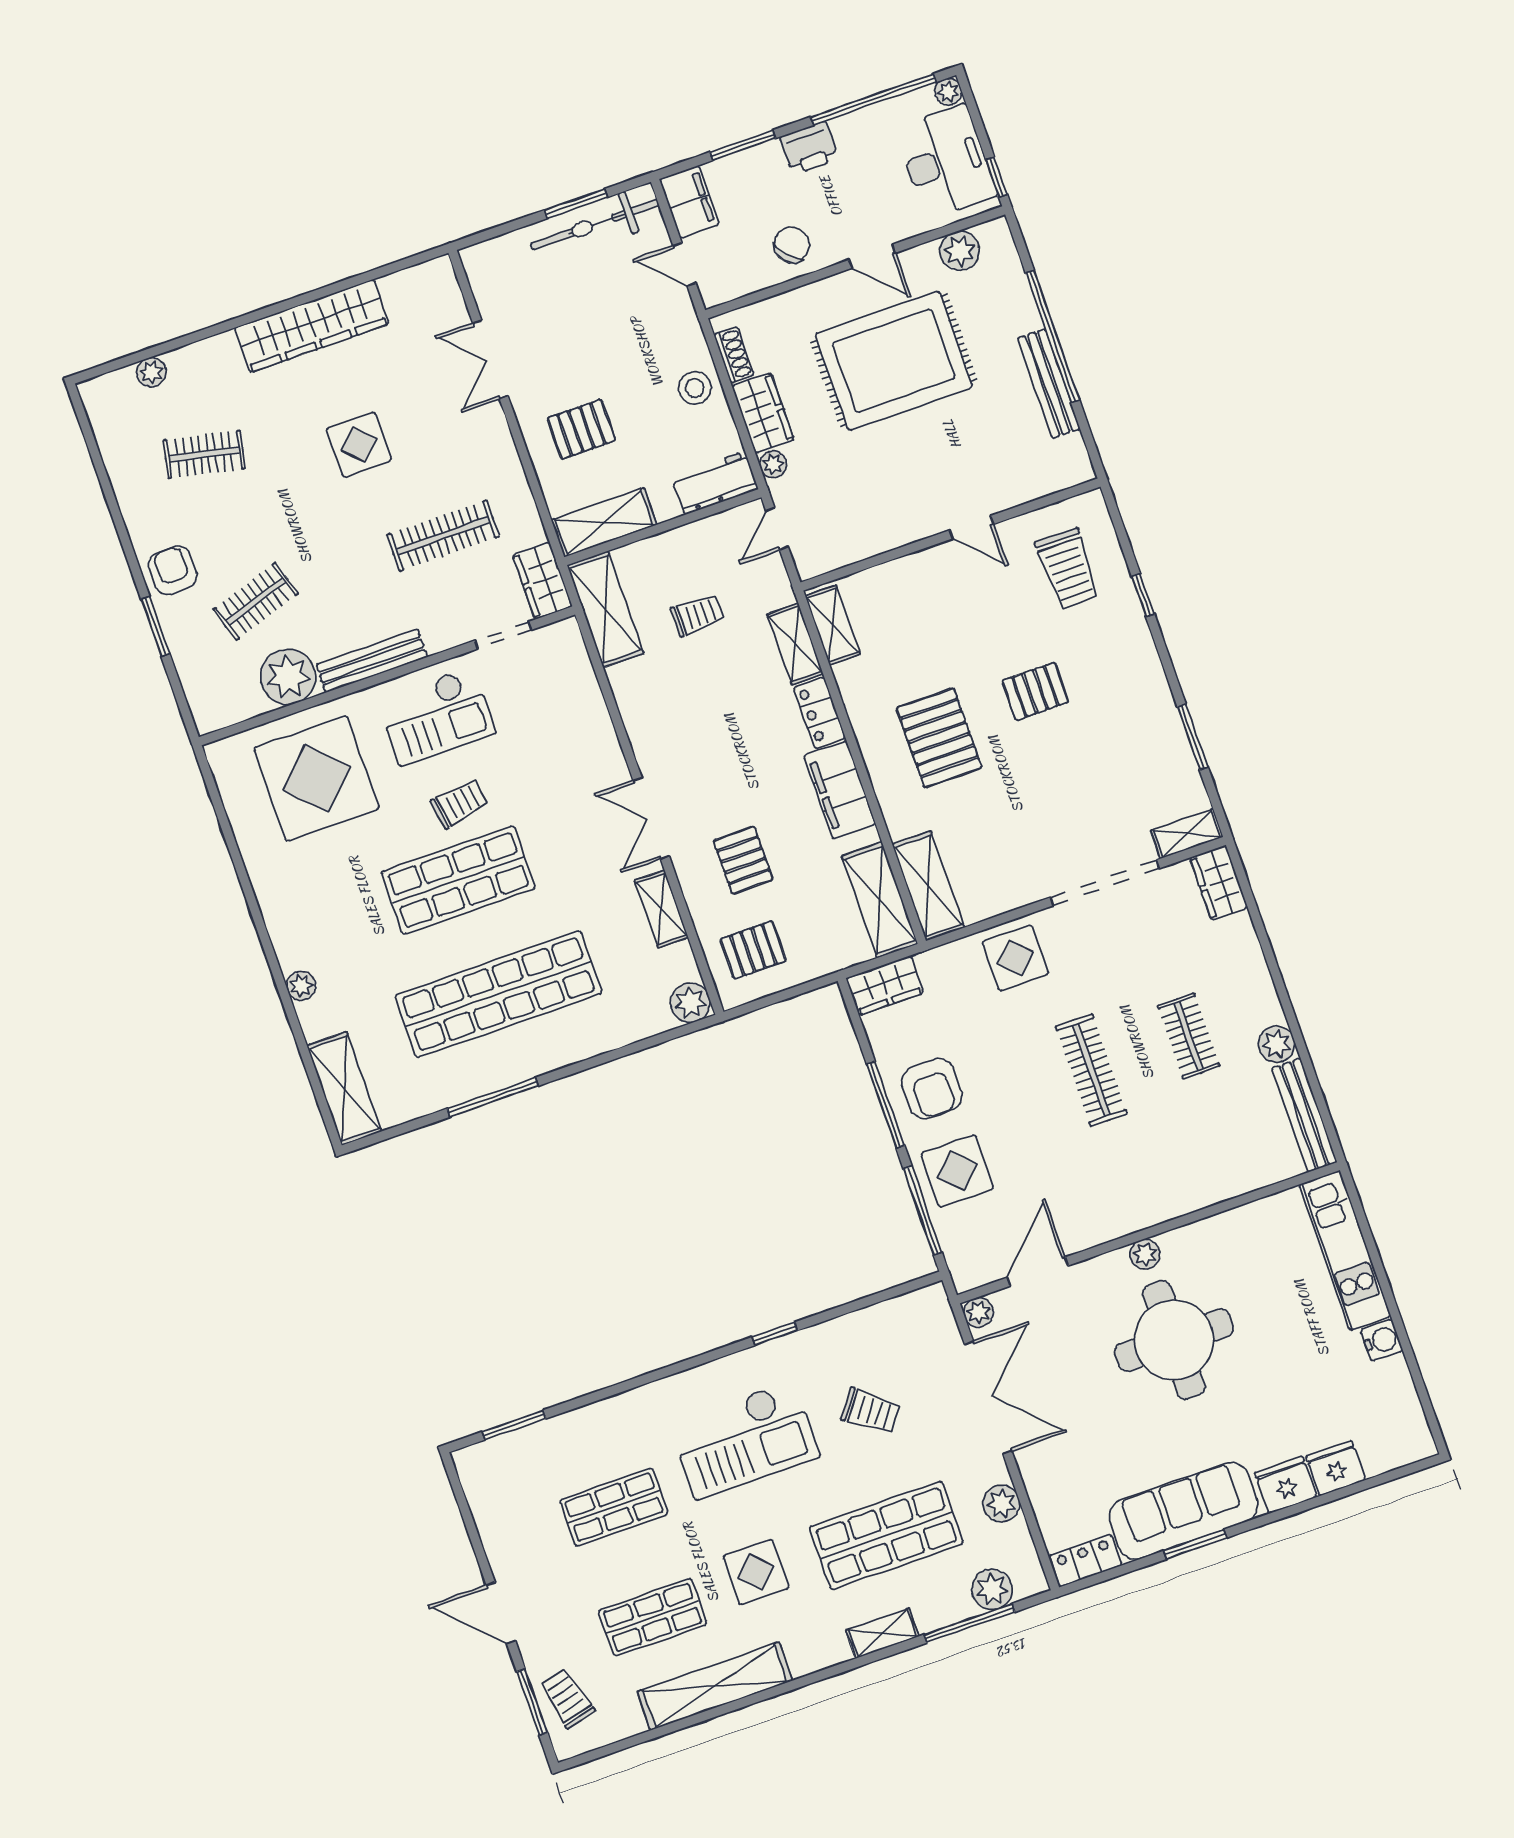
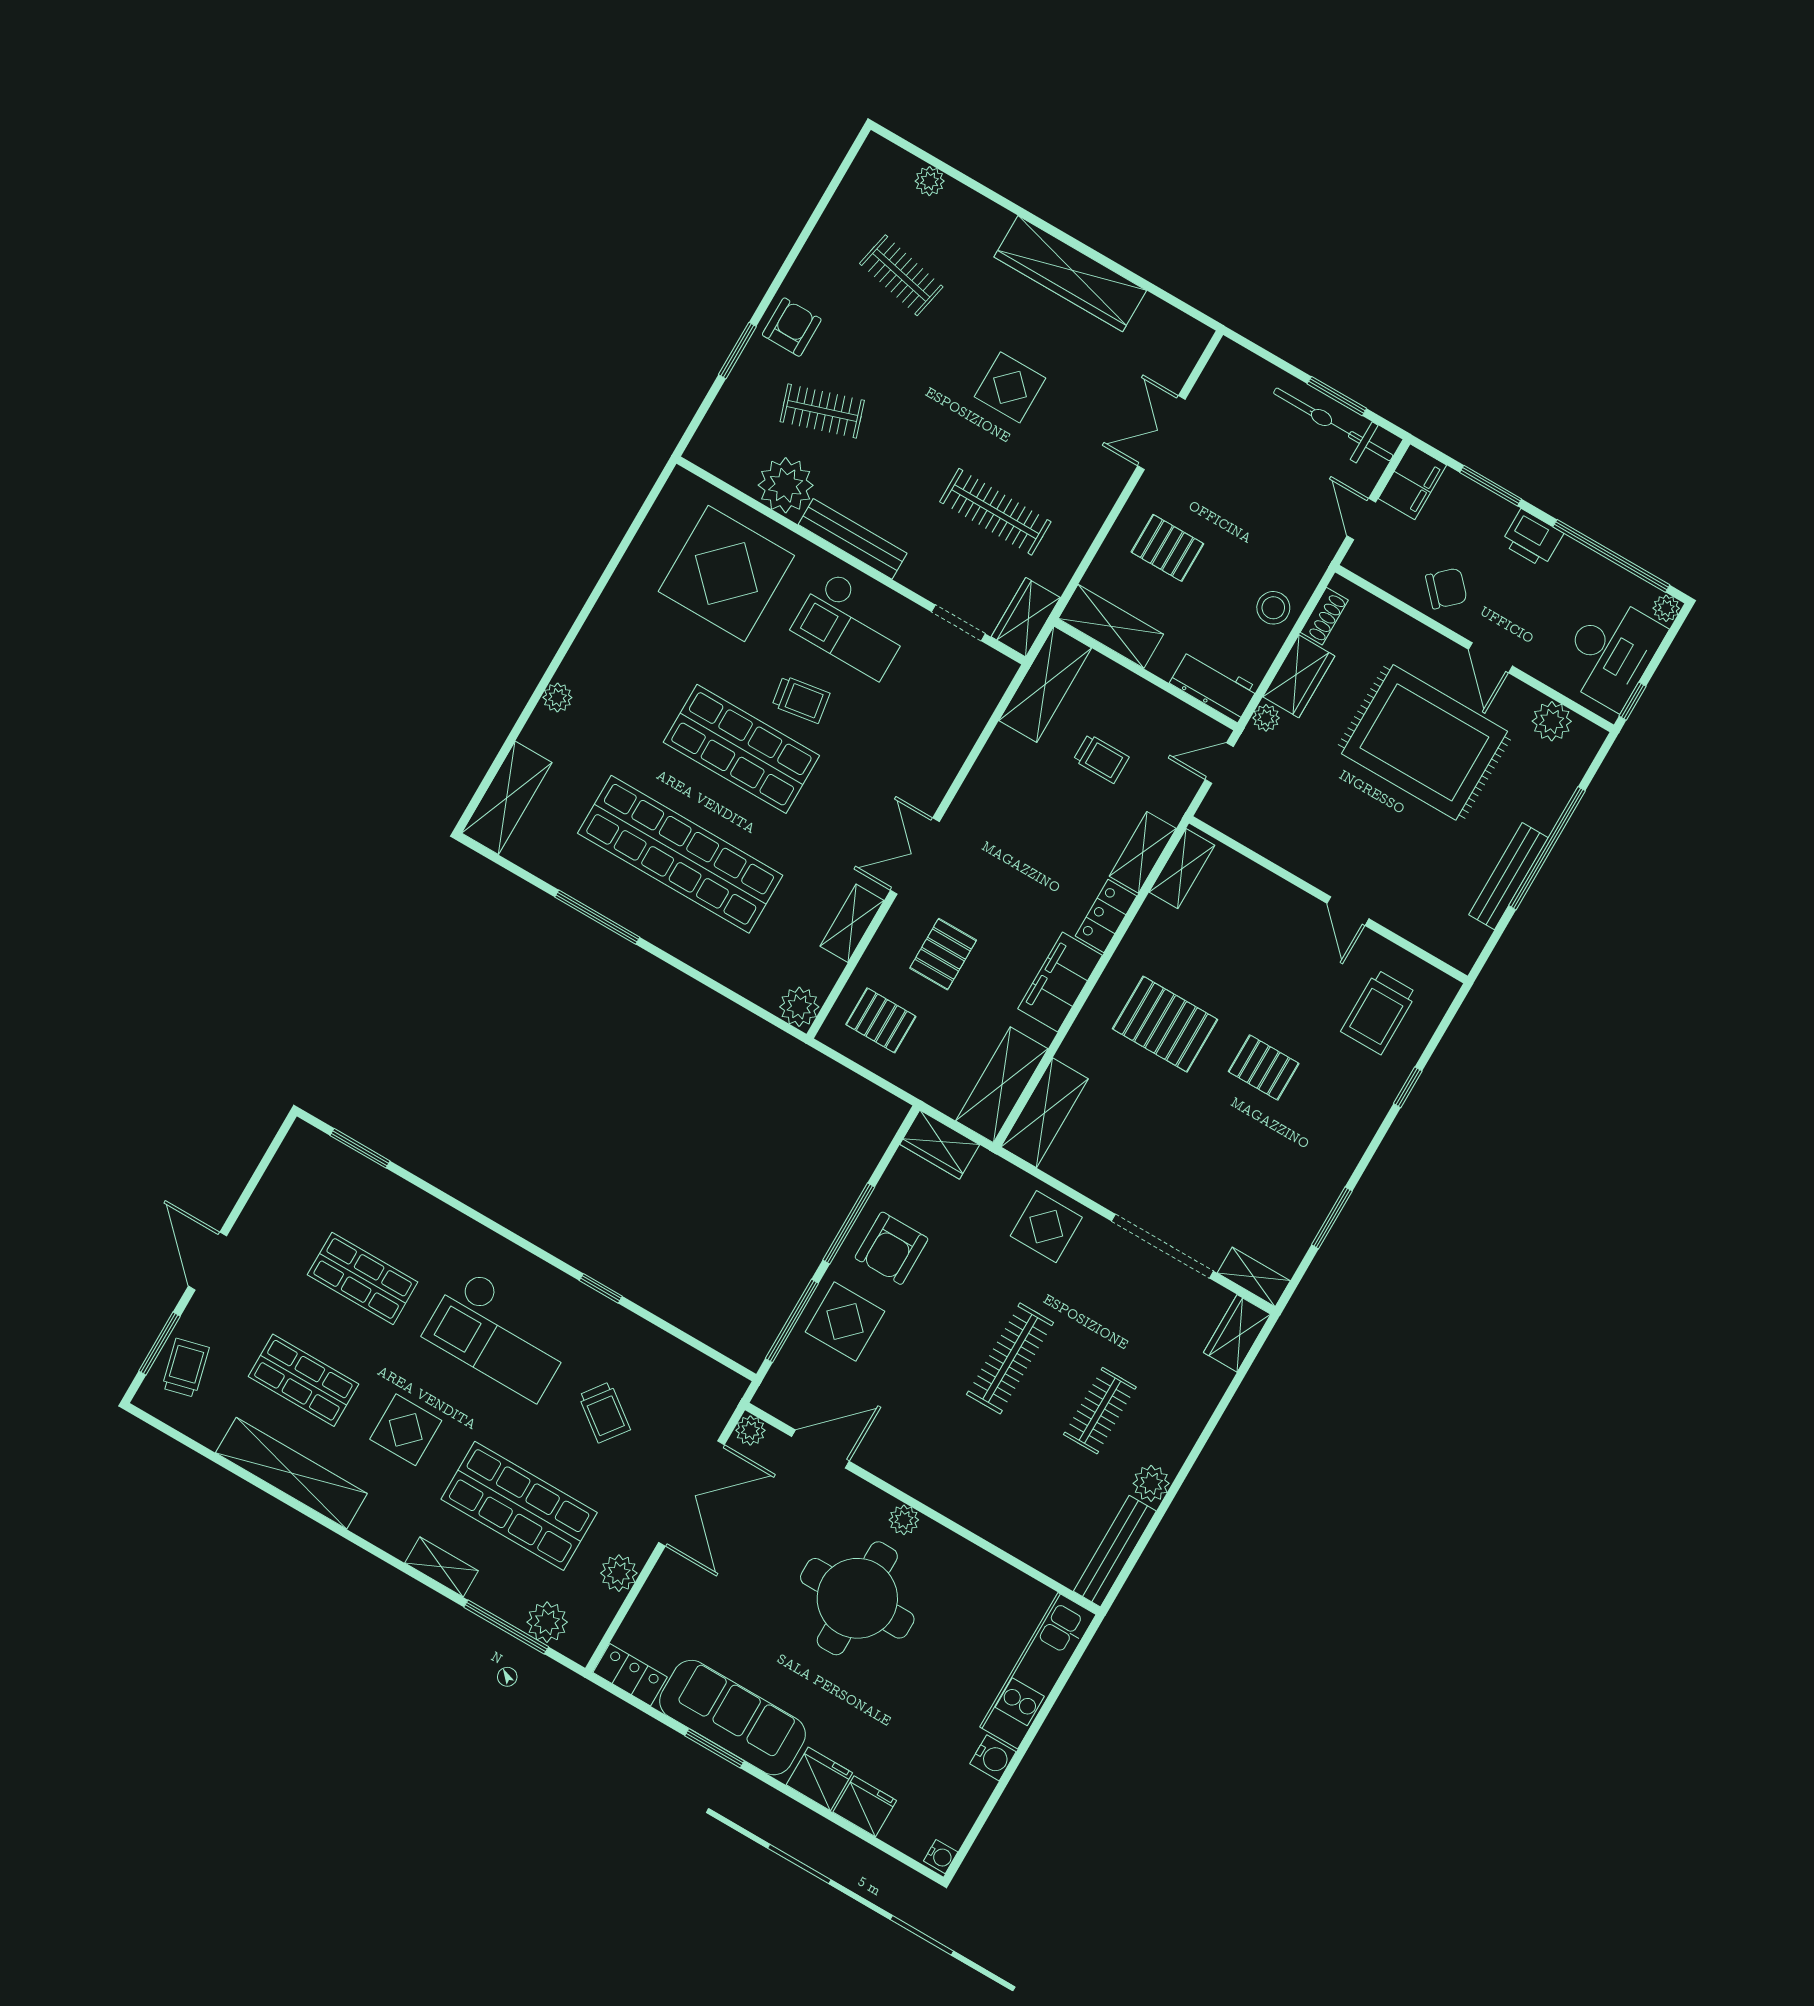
pallet: (939, 738) -> (1165, 1024), turned 90
water cooler: (1422, 1443) -> (941, 1857), added

